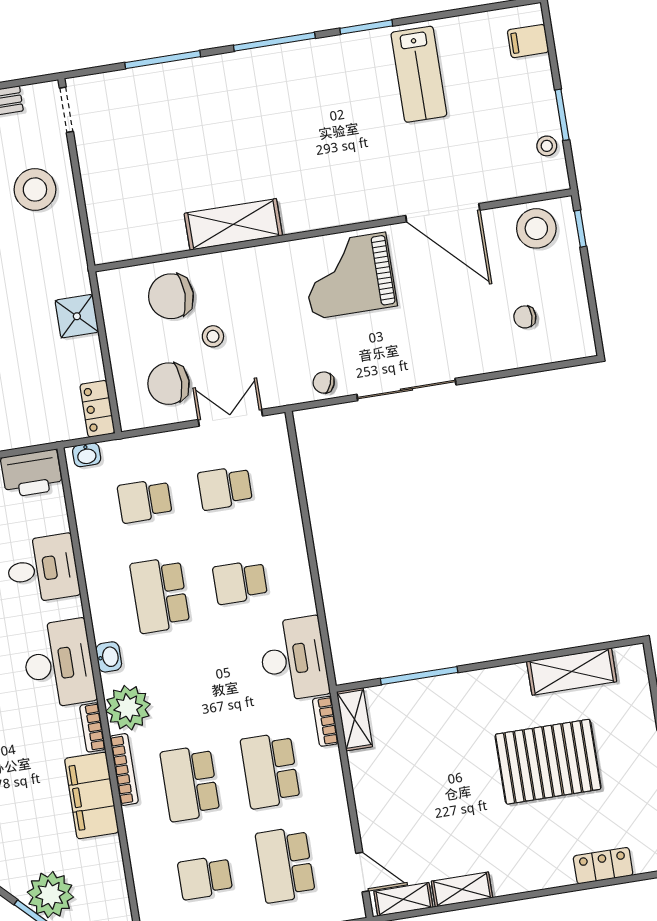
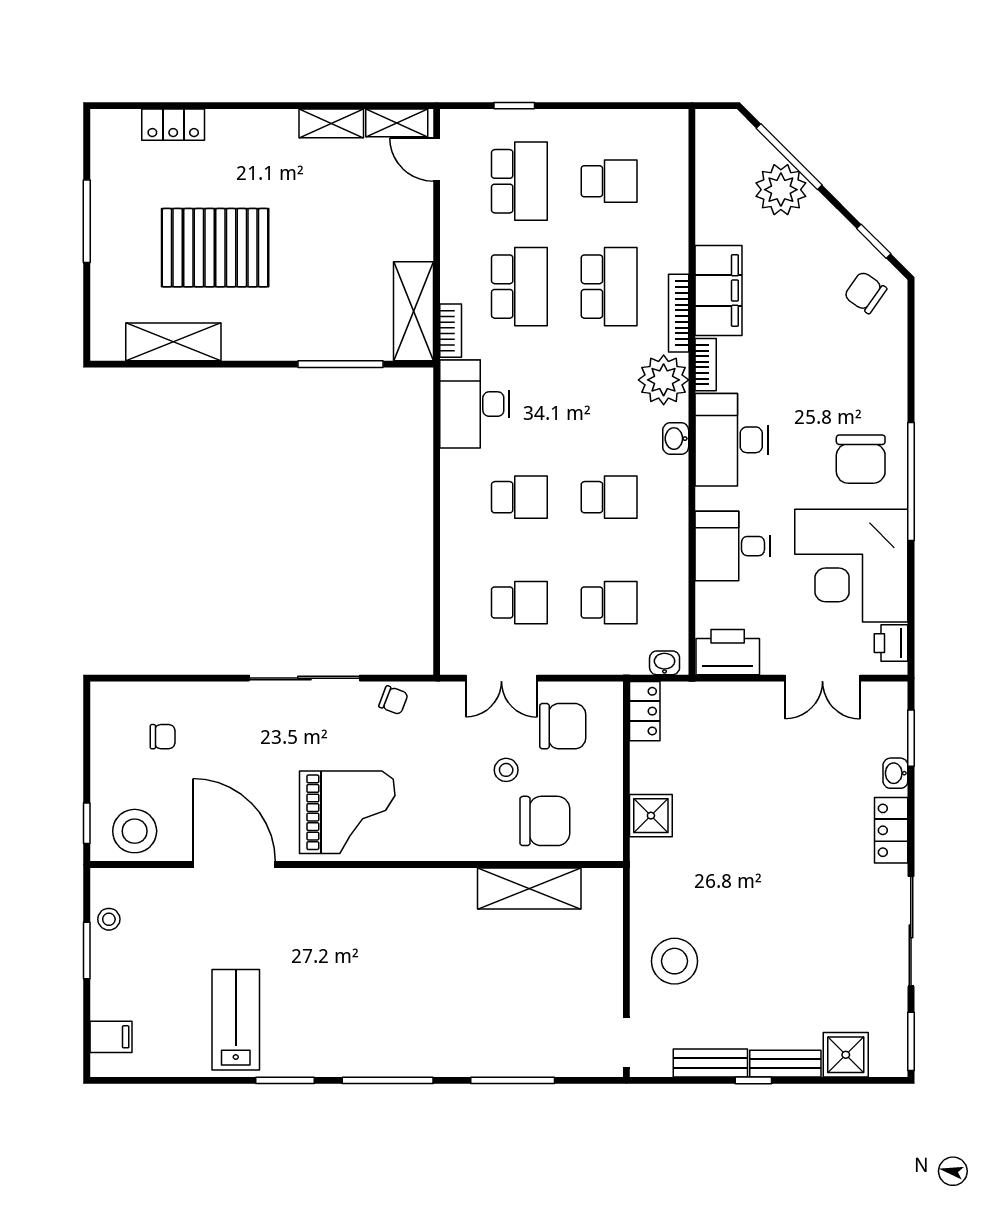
shelving: (233, 224) -> (529, 888), moved
school desk: (160, 595) -> (609, 497), width x0.54
shelving: (355, 719) -> (414, 311), width x1.50, depth x1.33

